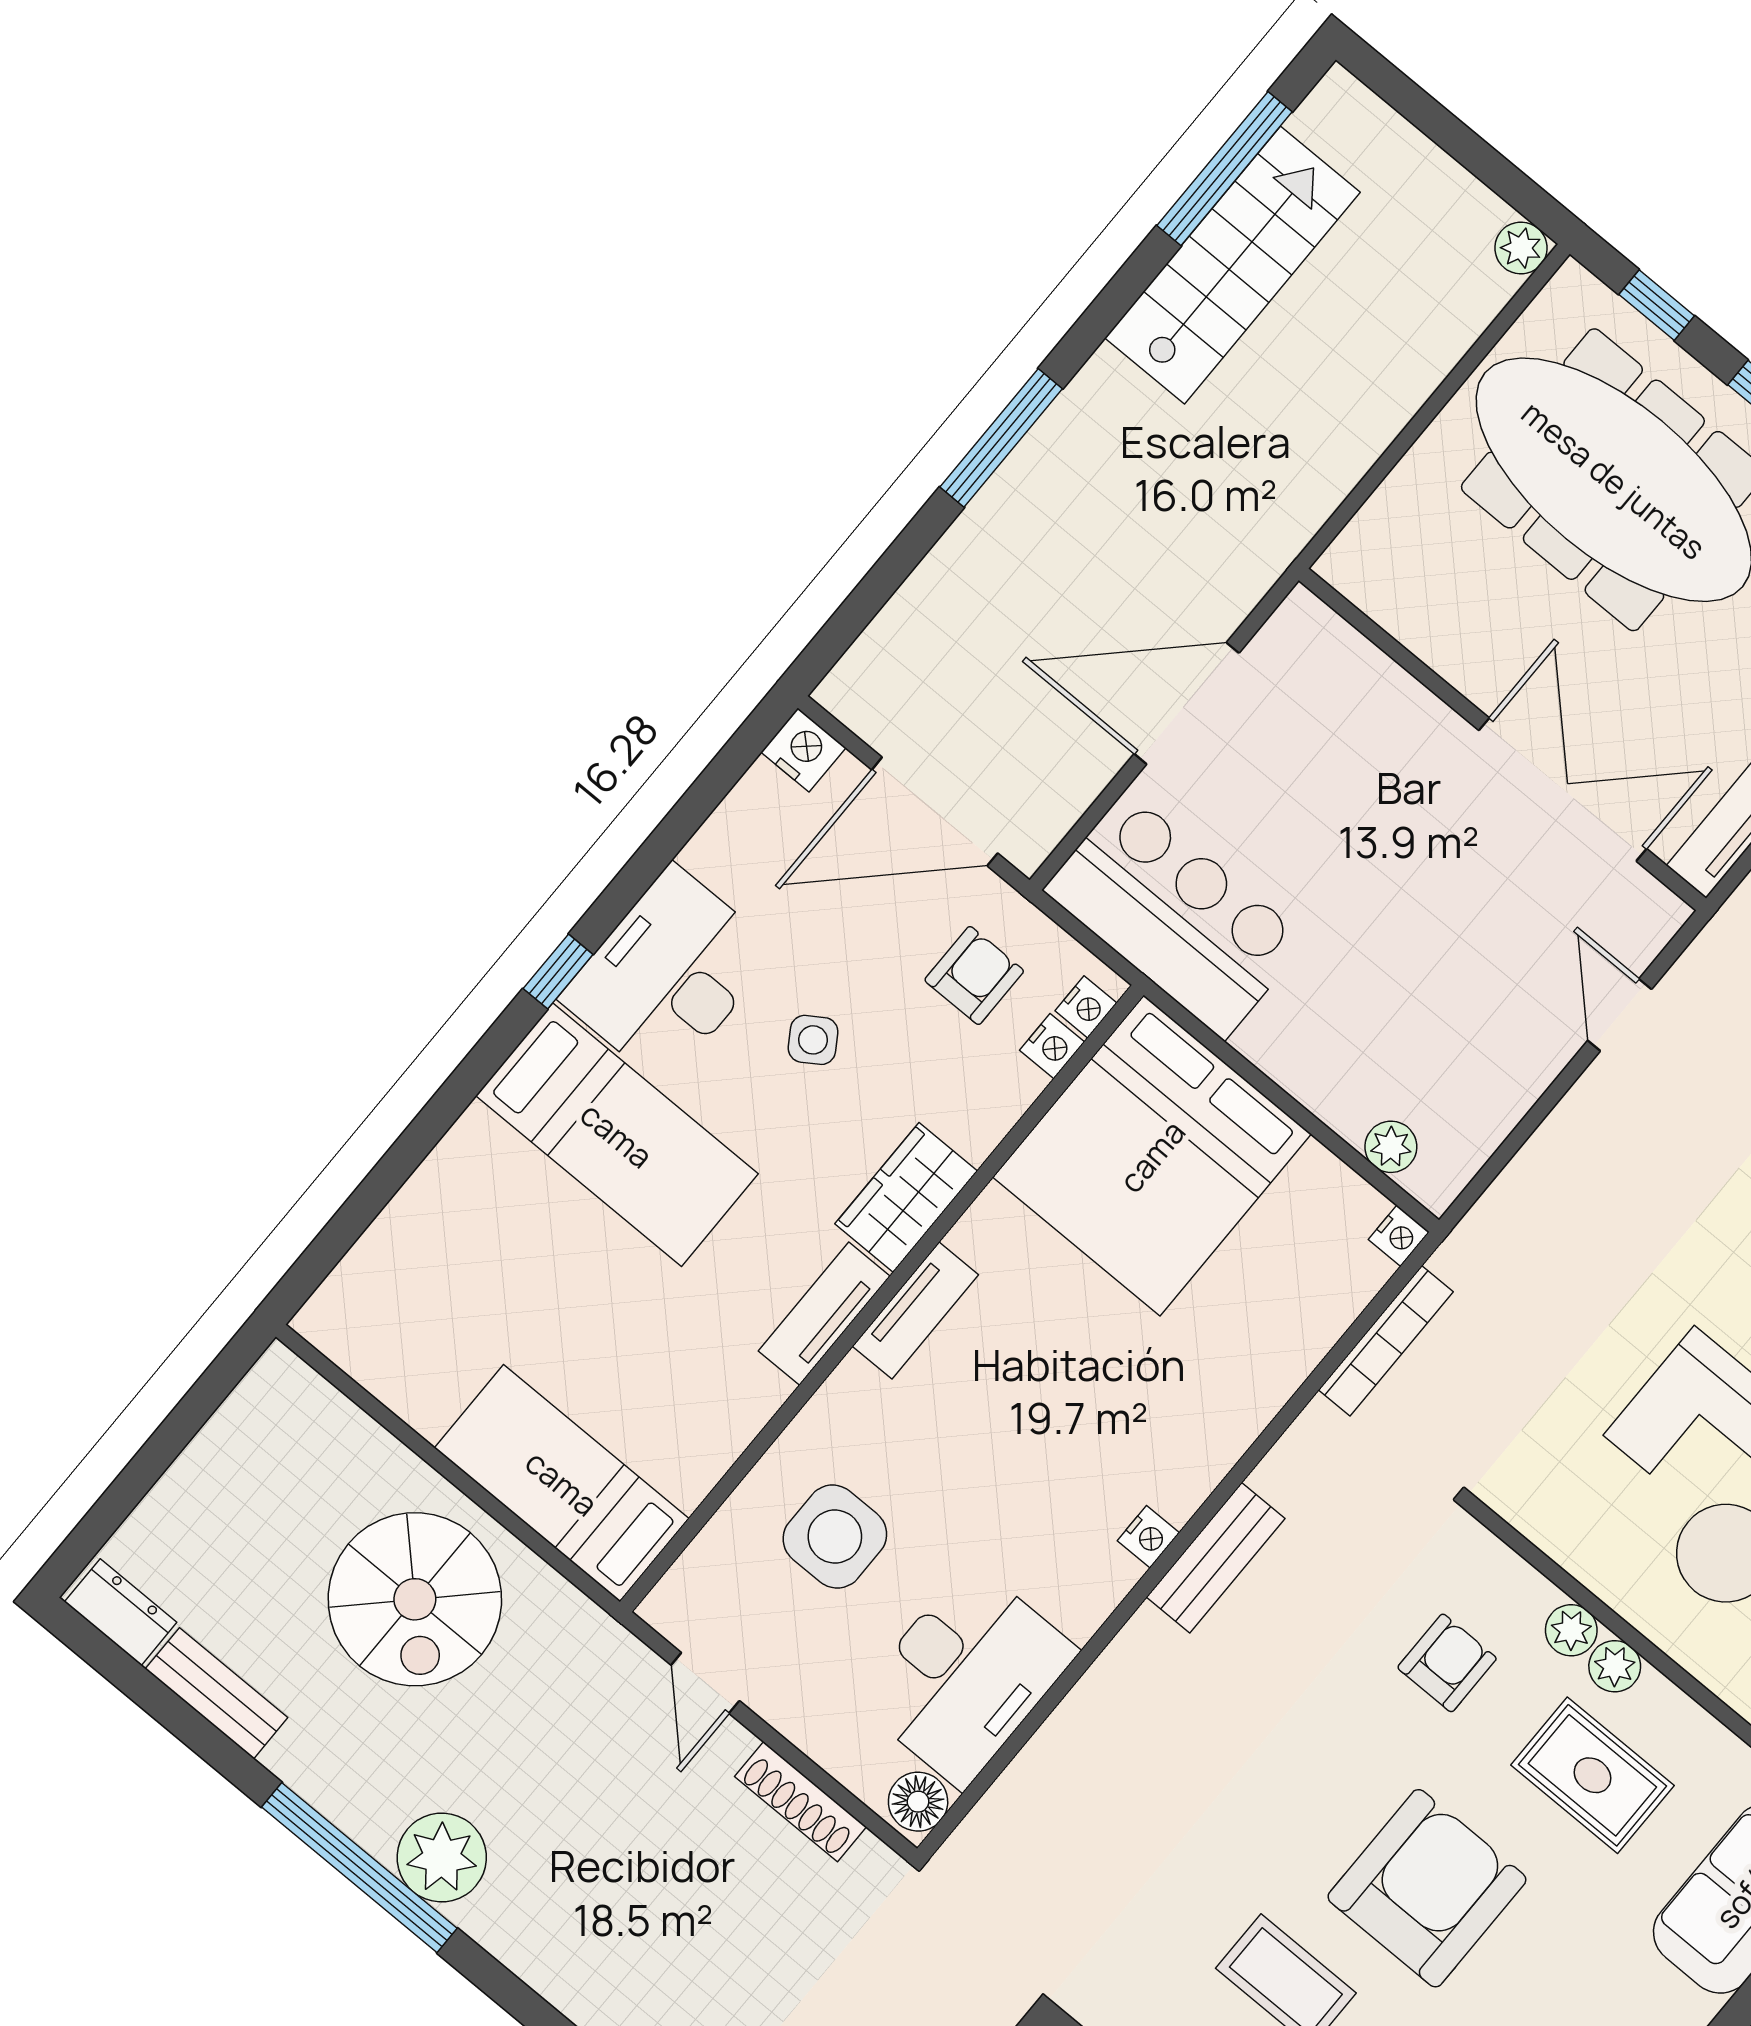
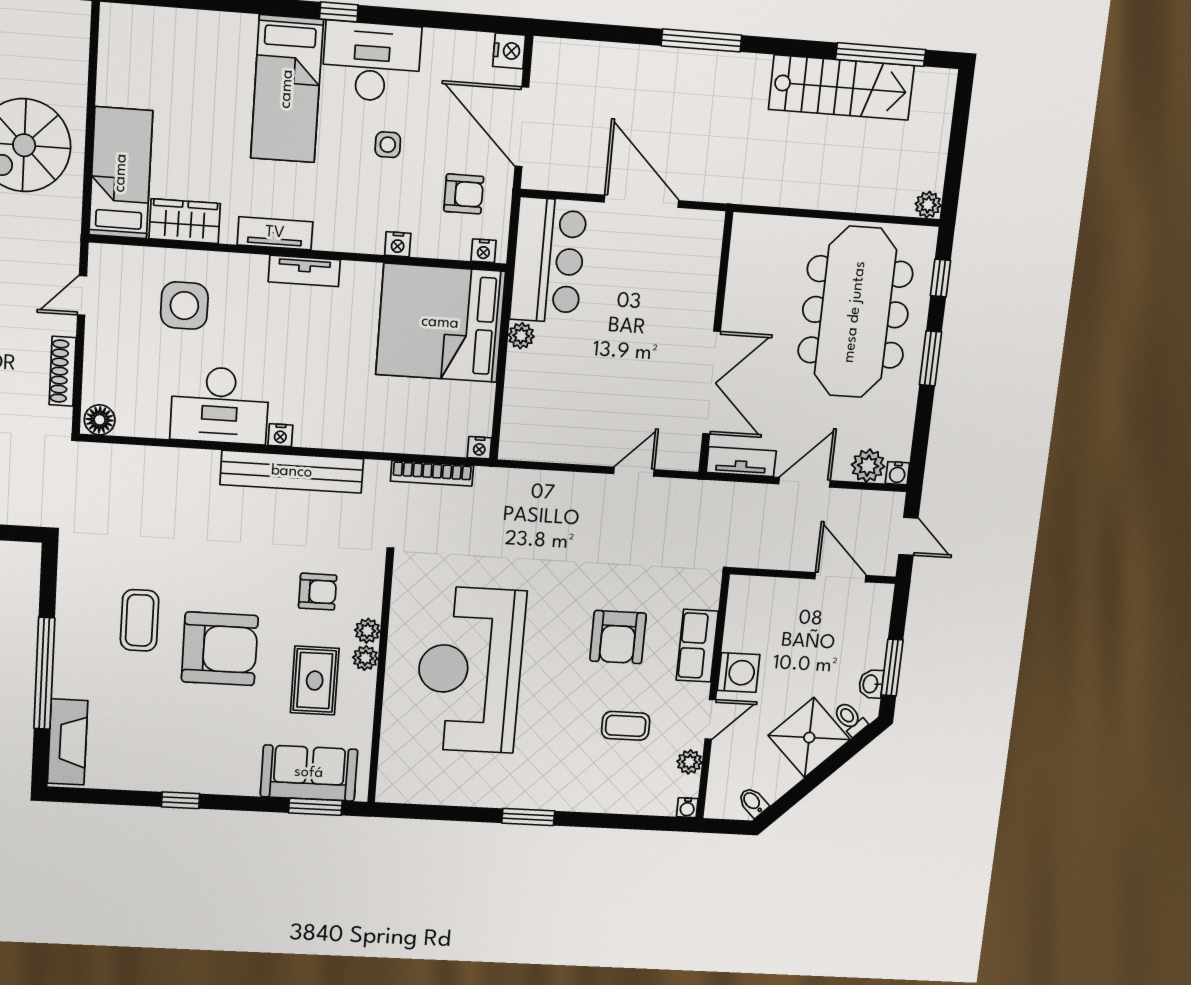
side table: (813, 1040) -> (388, 145), turned 33
nightstand: (1052, 1046) -> (398, 244), moved
plant: (1391, 1147) -> (521, 336), moved
wardrobe: (906, 1197) -> (185, 221), moved
bench: (1216, 1558) -> (292, 472), width x1.86, depth x1.21
desk: (966, 1675) -> (220, 405), moved

